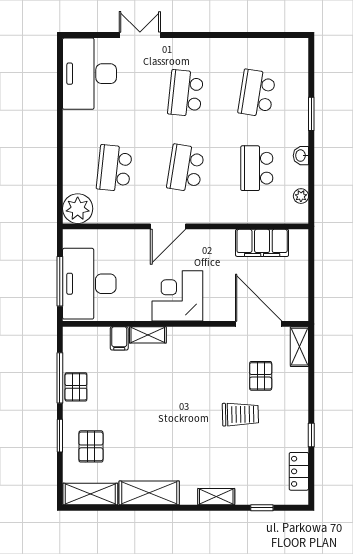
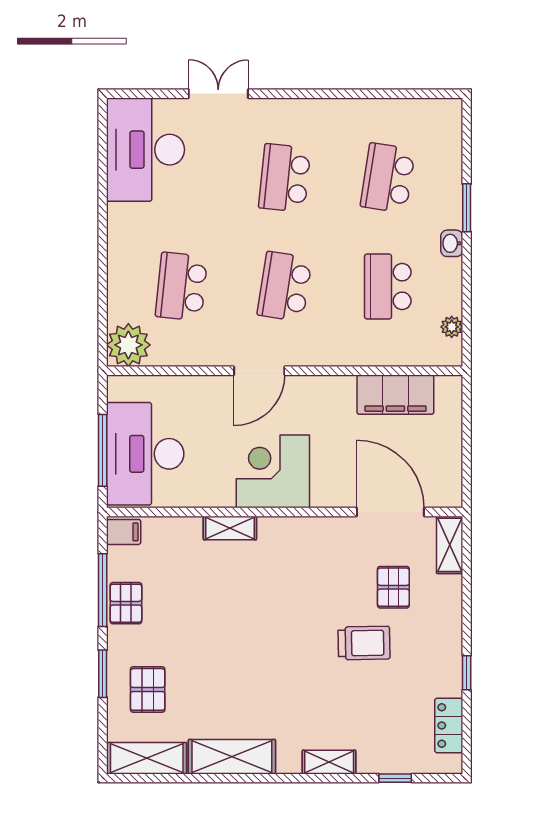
washbasin: (301, 156) -> (452, 243), moved
filing cabinet: (119, 338) -> (124, 532), moved, turned -90

